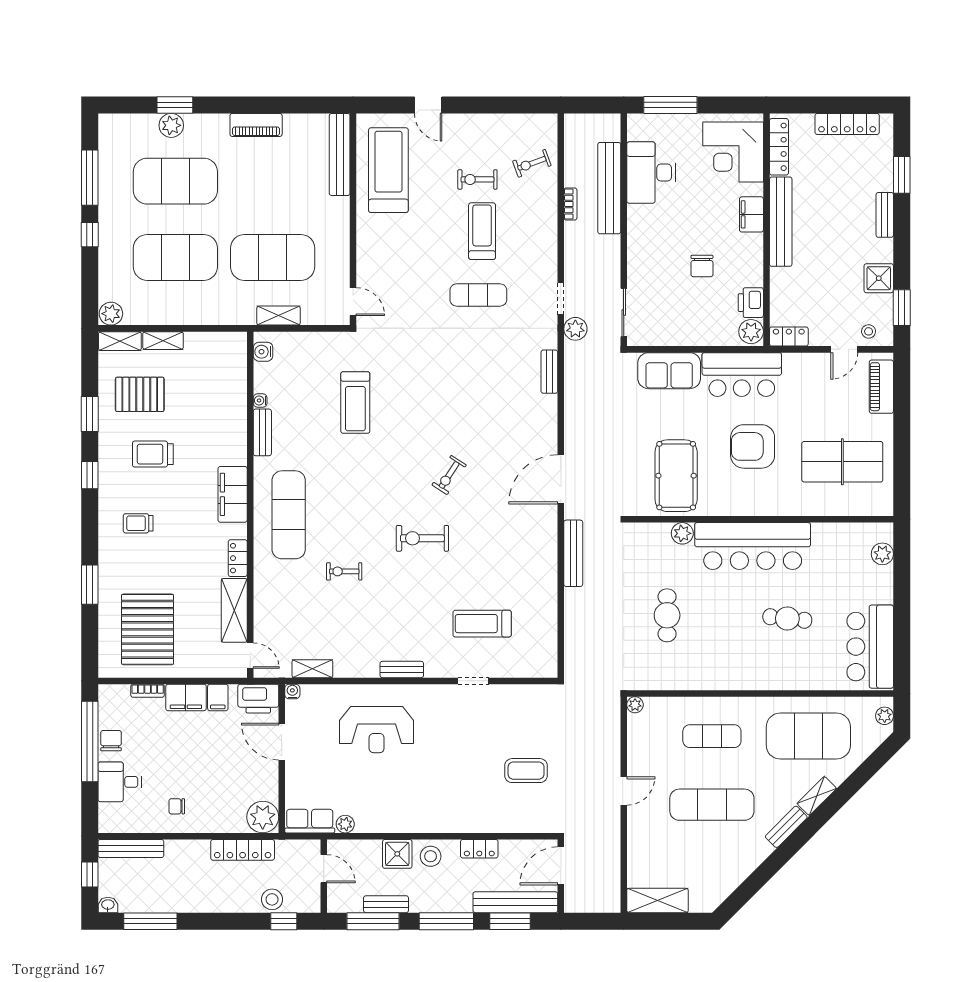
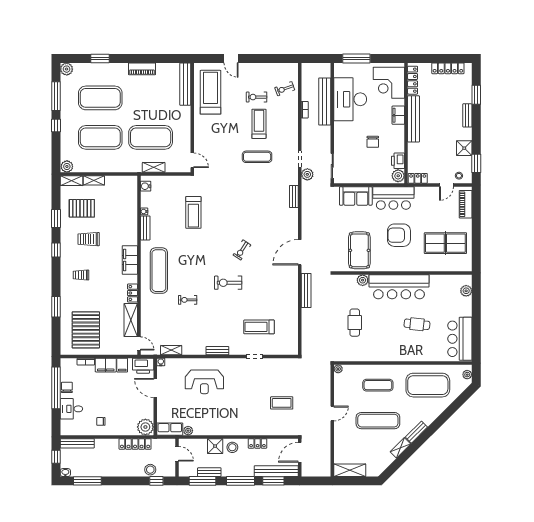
plant: (171, 125) -> (67, 69), moved
desk: (651, 173) -> (350, 99), width x1.36, depth x1.30
shelving: (817, 796) -> (400, 448), moved

